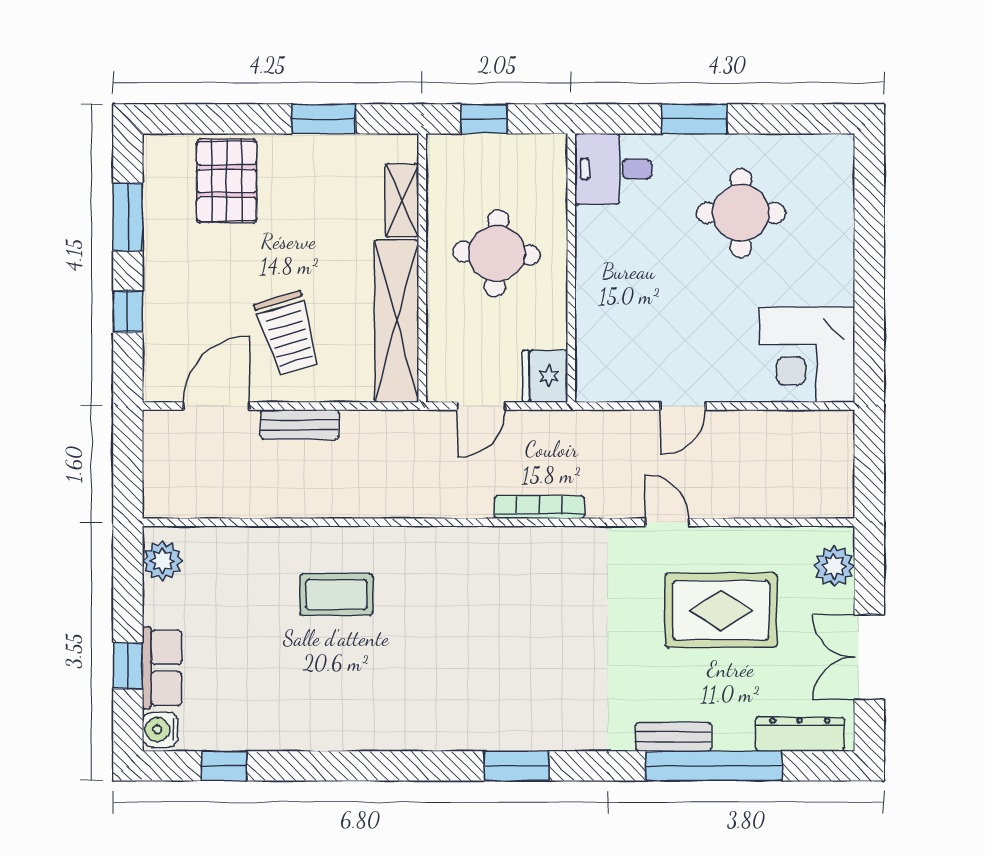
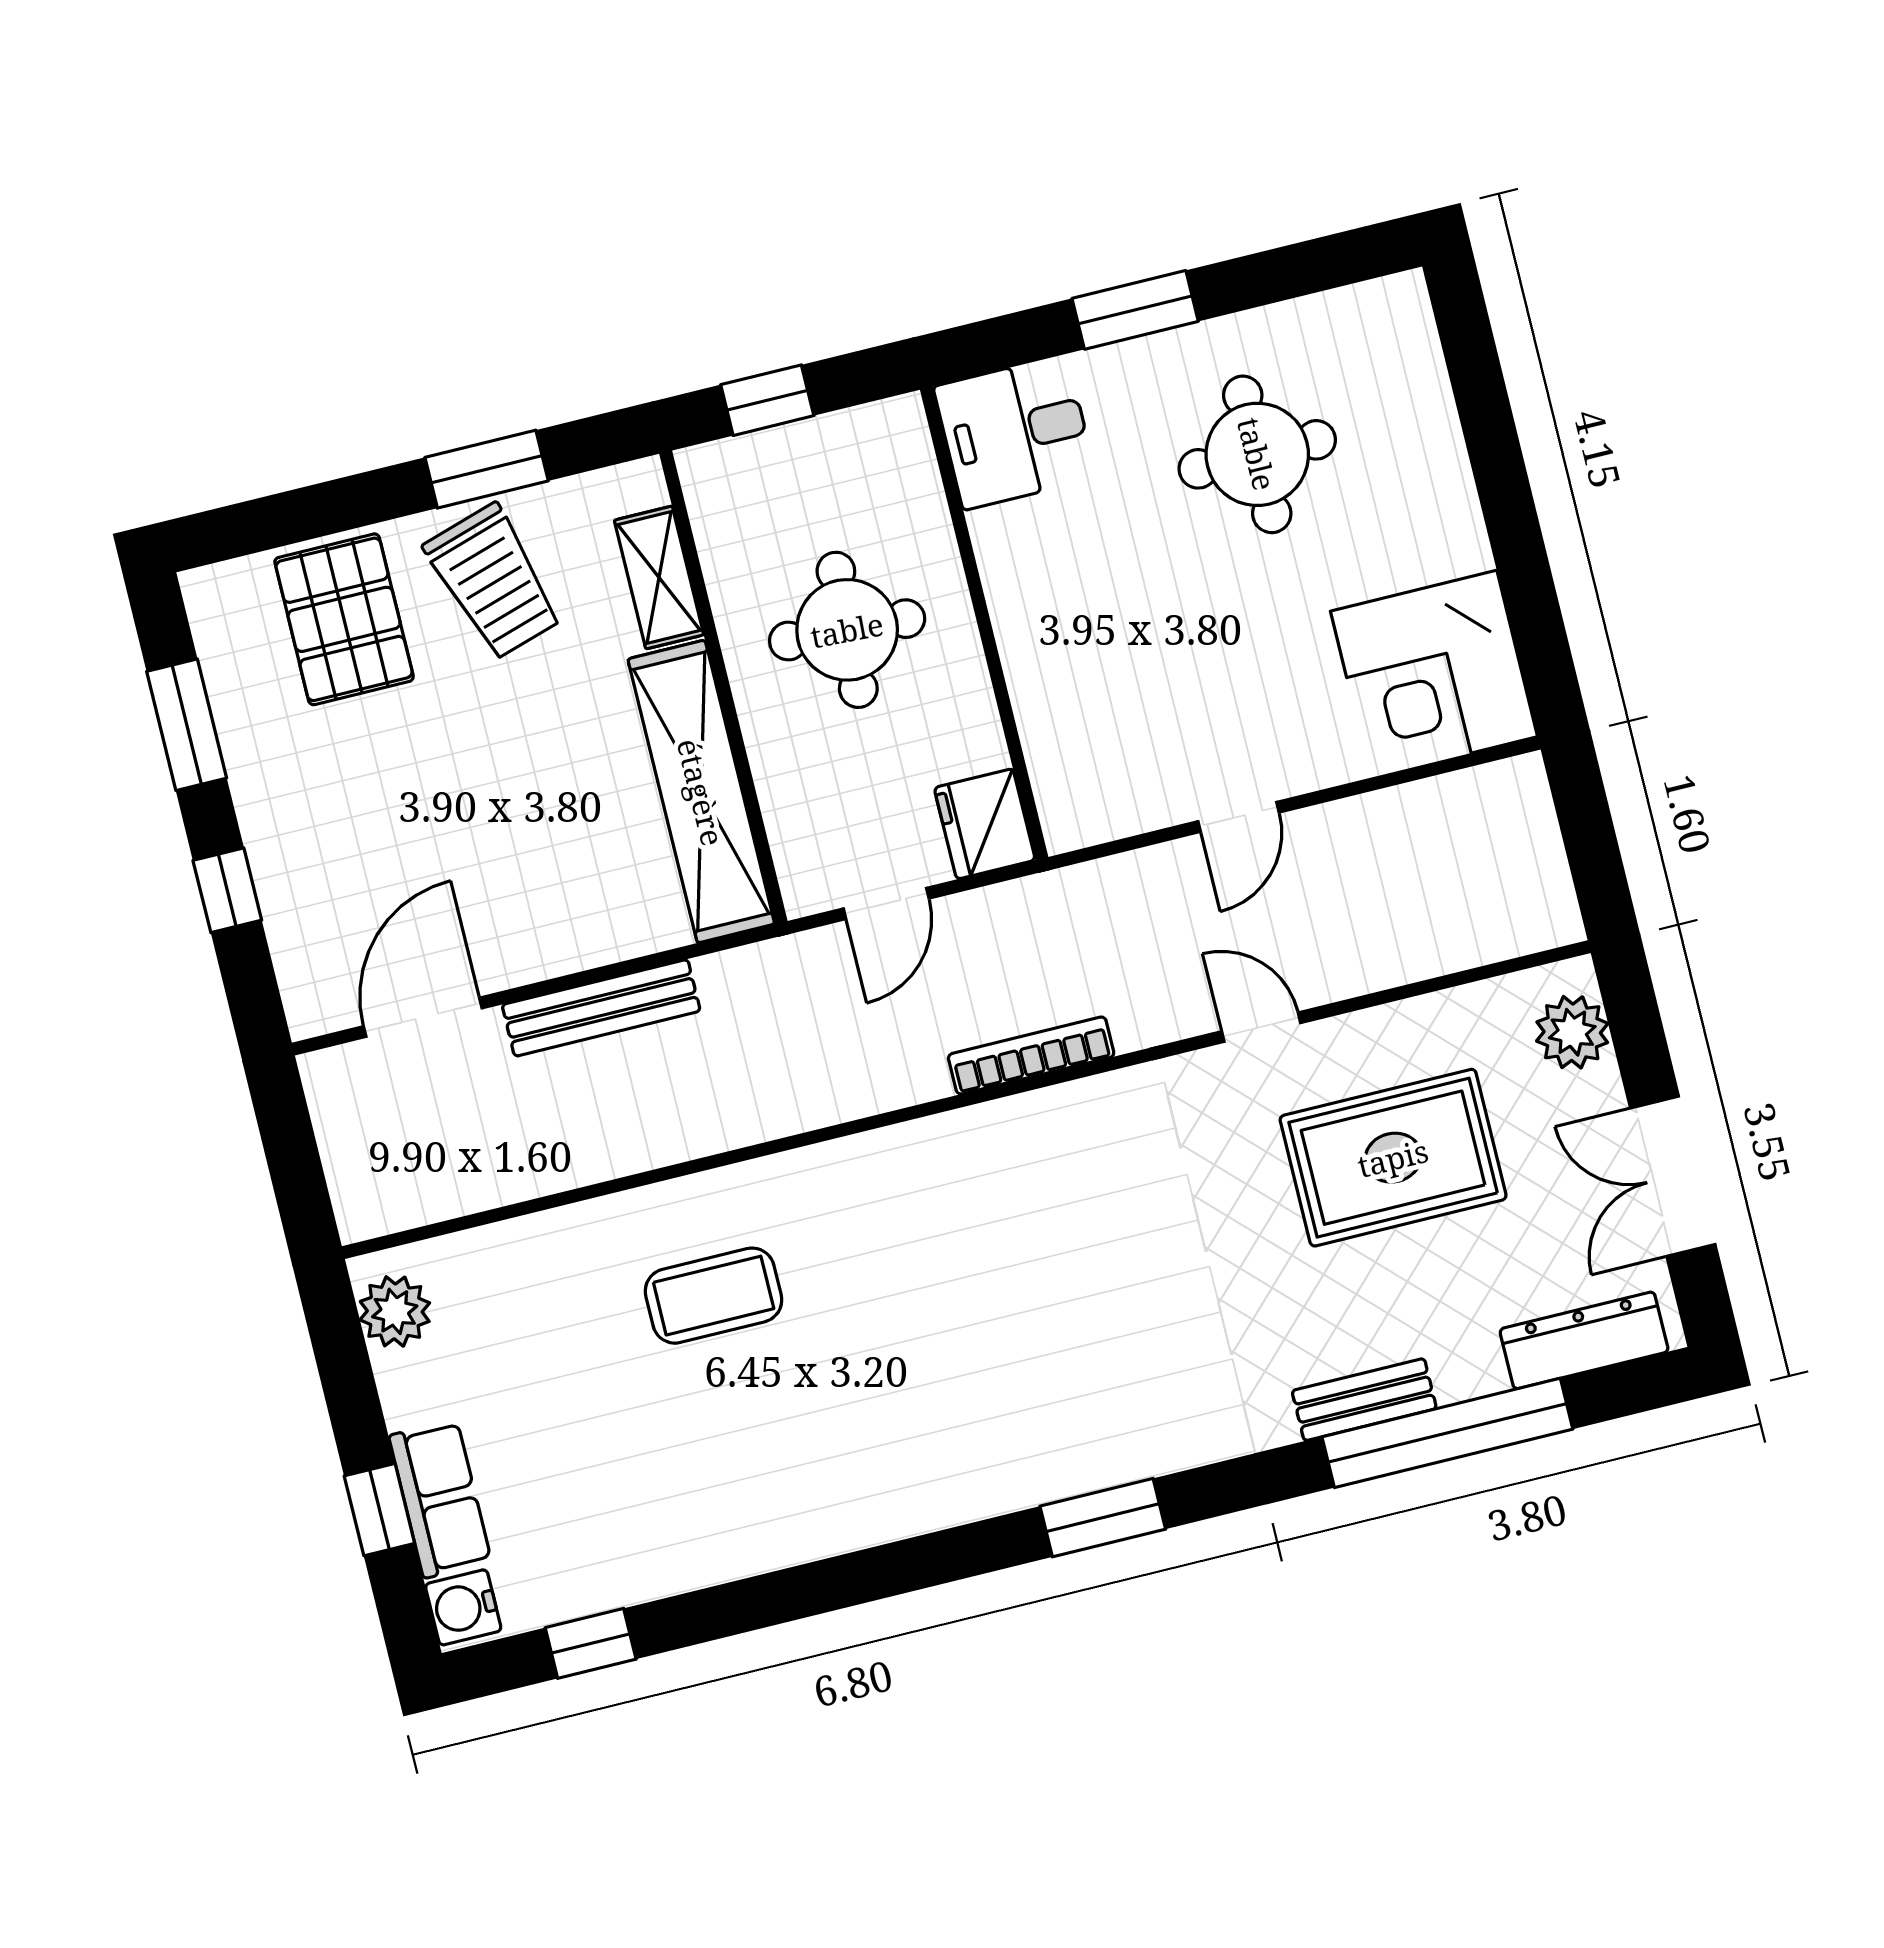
trolley: (288, 333) -> (494, 582), moved
bench: (300, 425) -> (601, 1008), width x1.36

